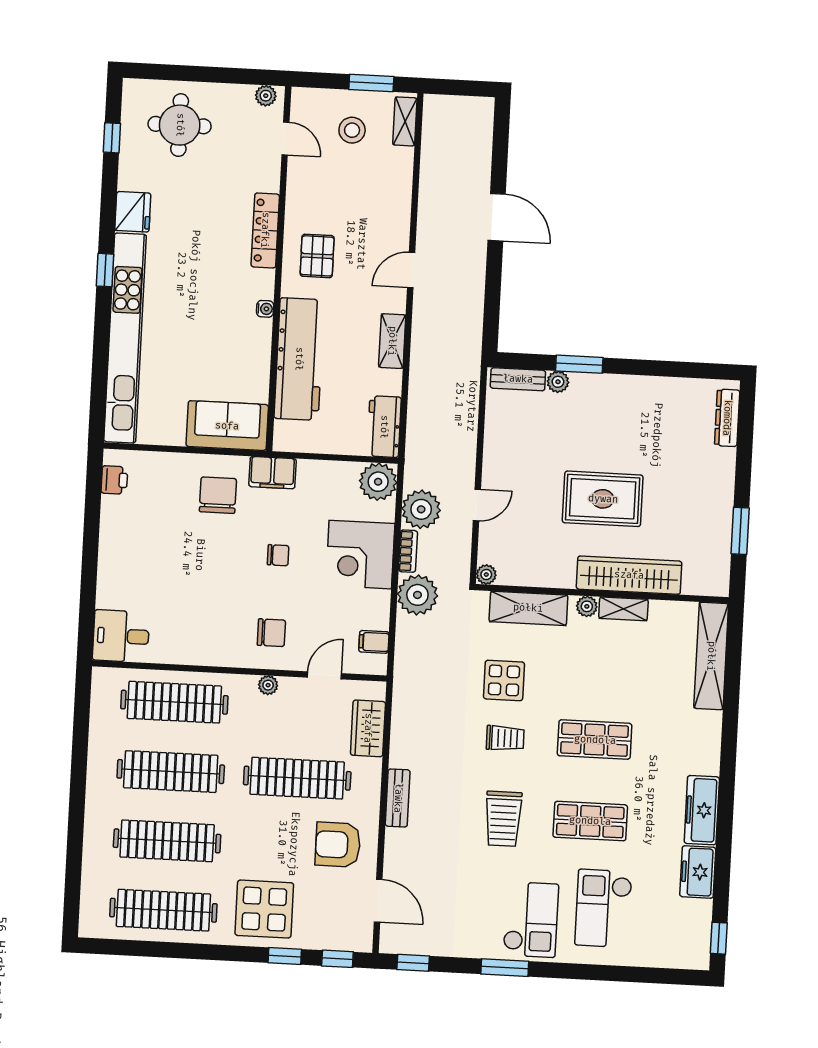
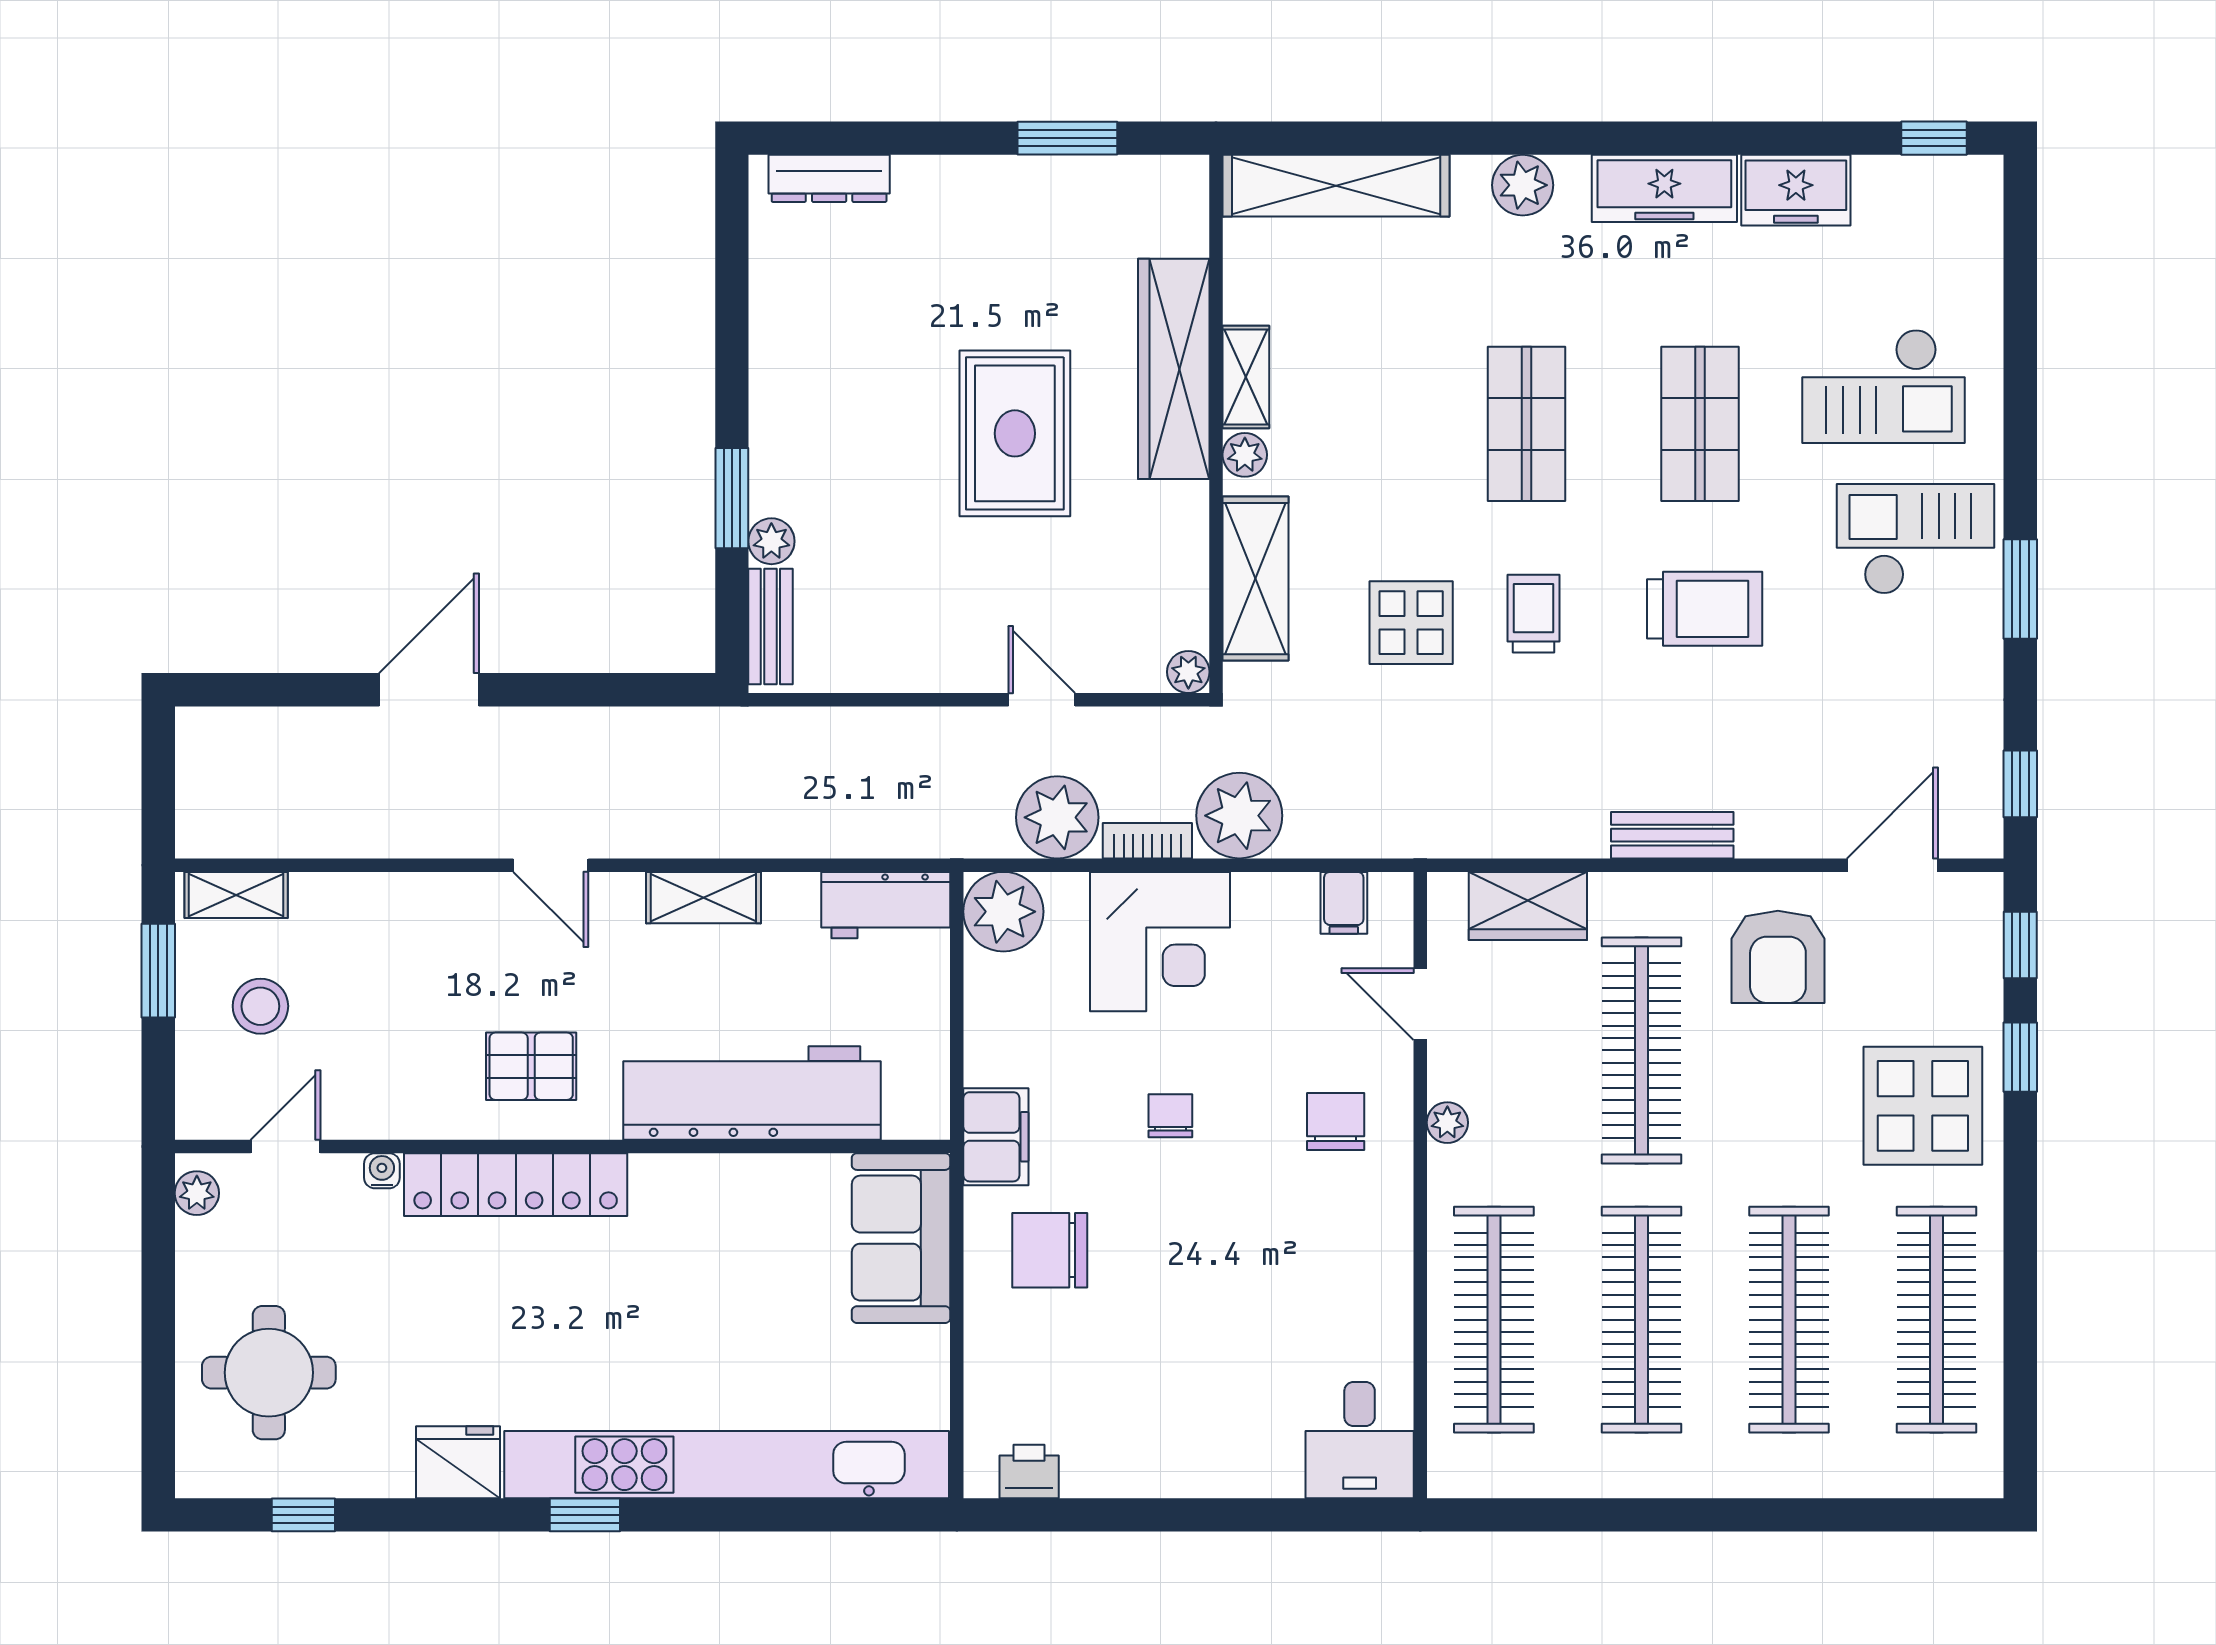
locker: (265, 230) -> (516, 1185), width x1.41, depth x1.21
water cooler: (265, 309) -> (382, 1171), moved
plant: (707, 744) -> (1523, 185), added

